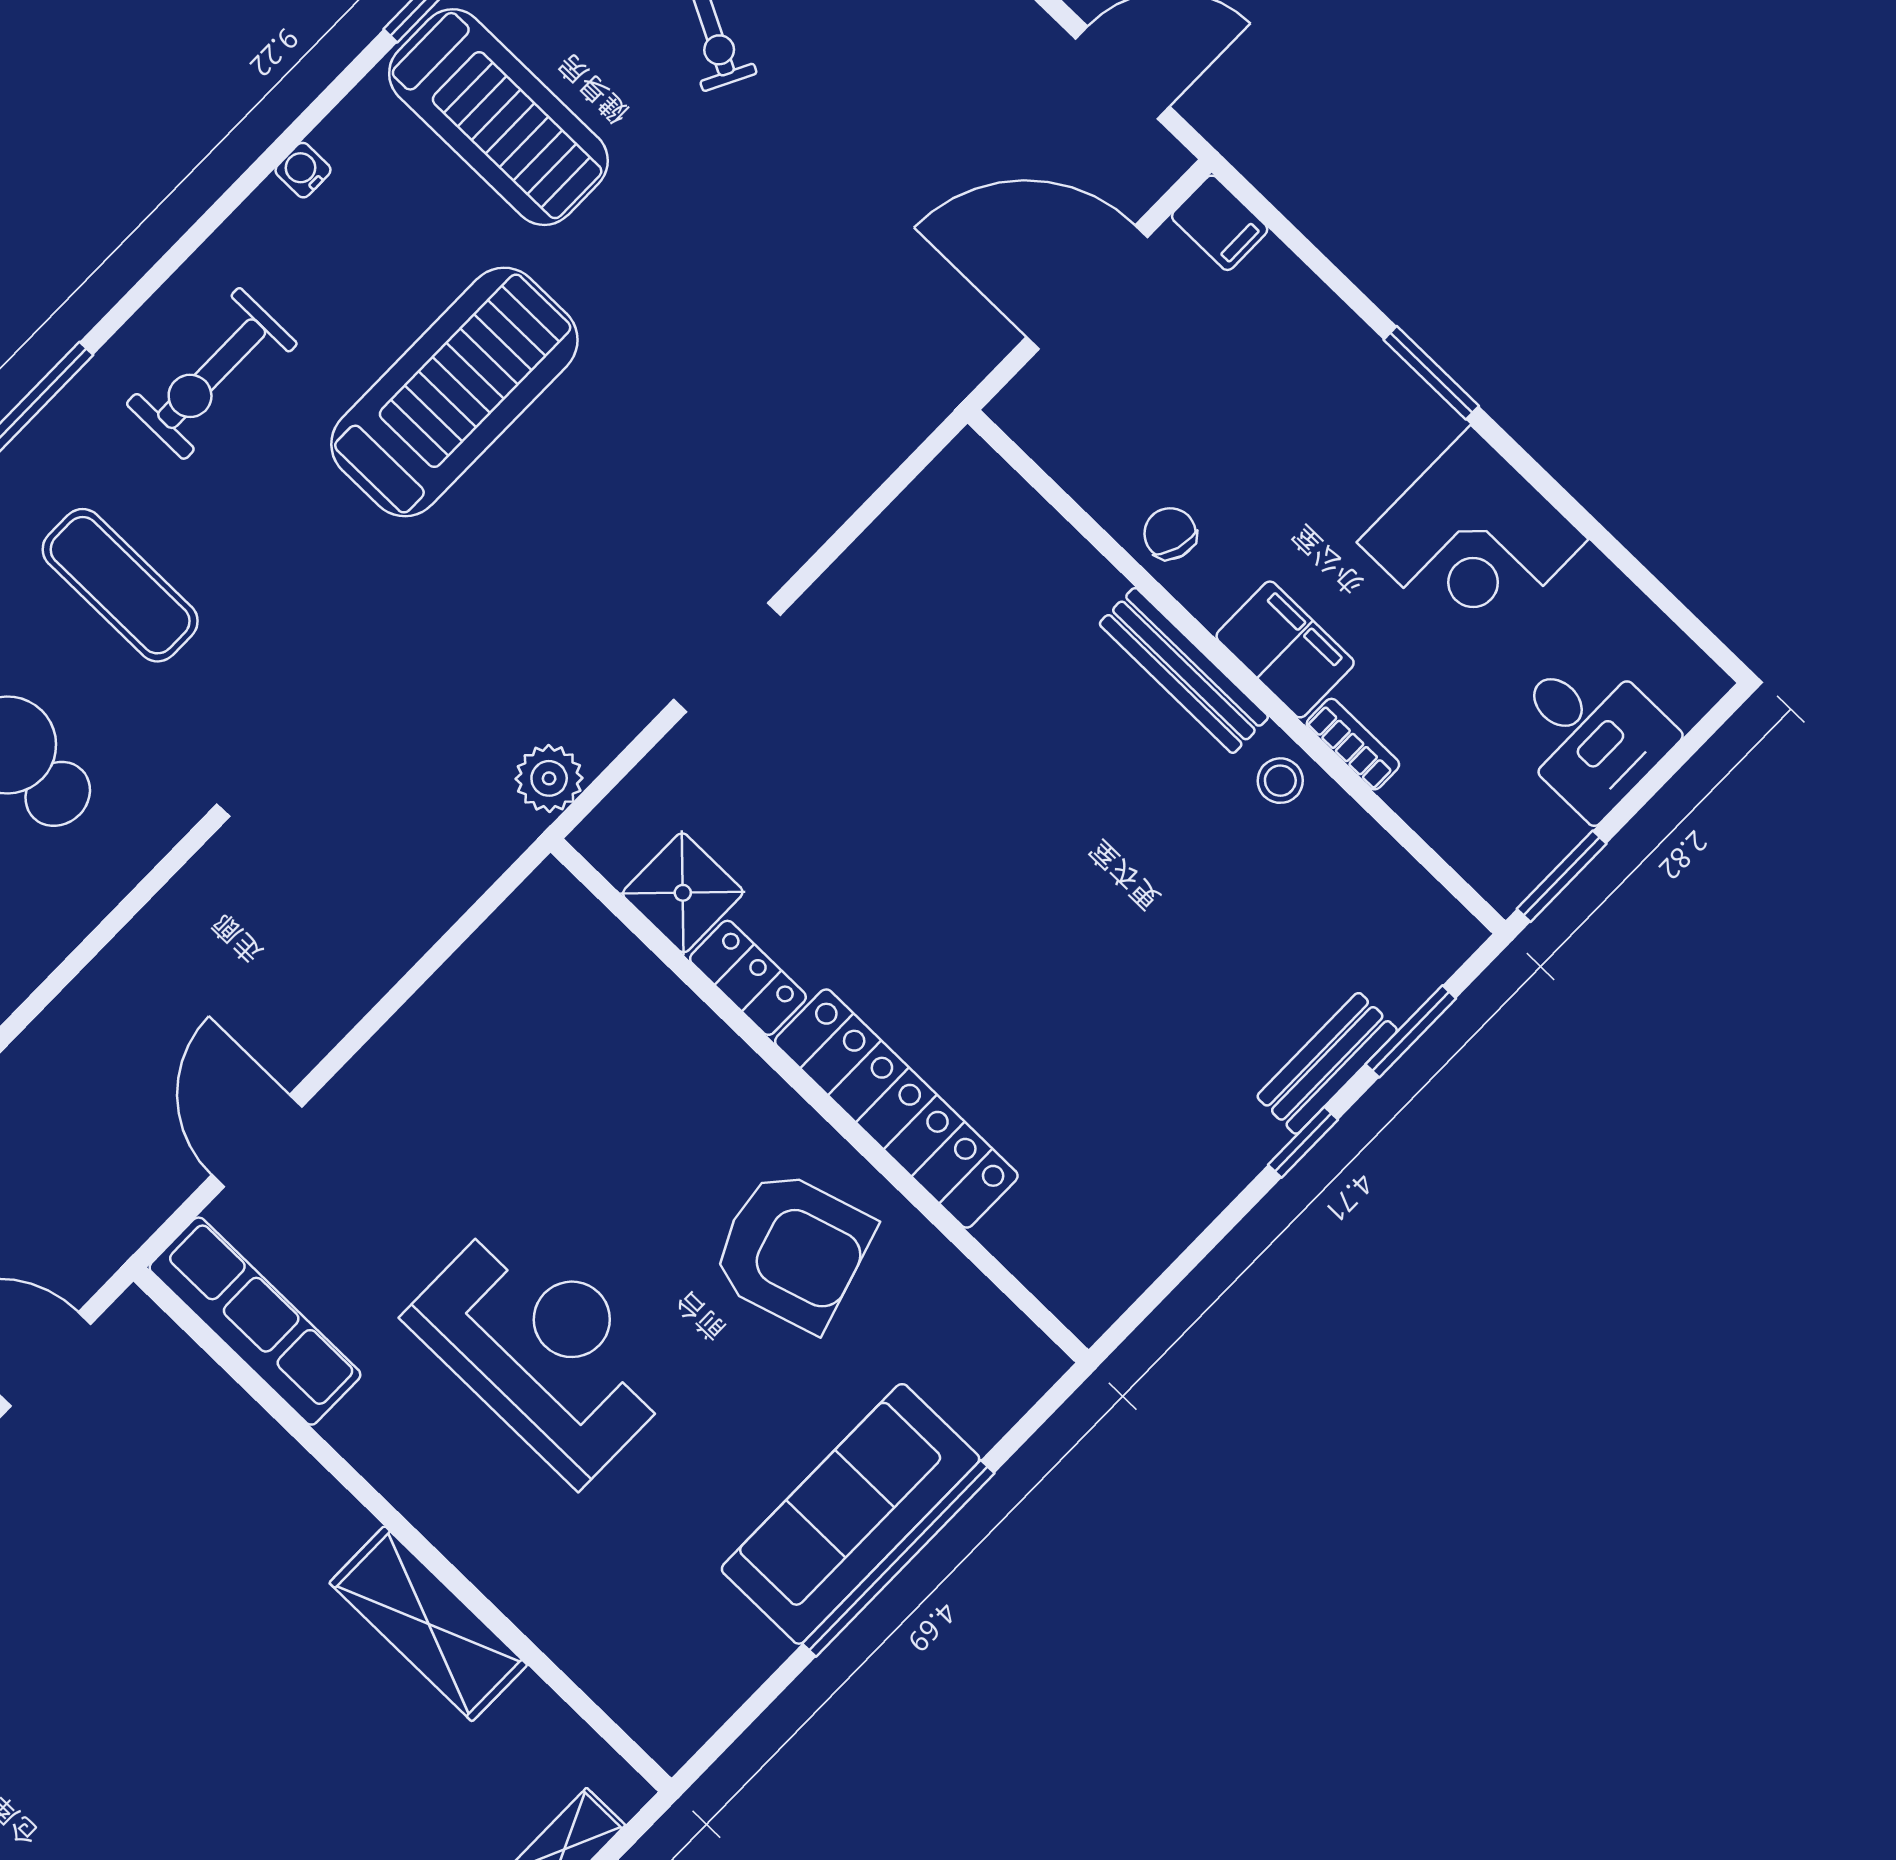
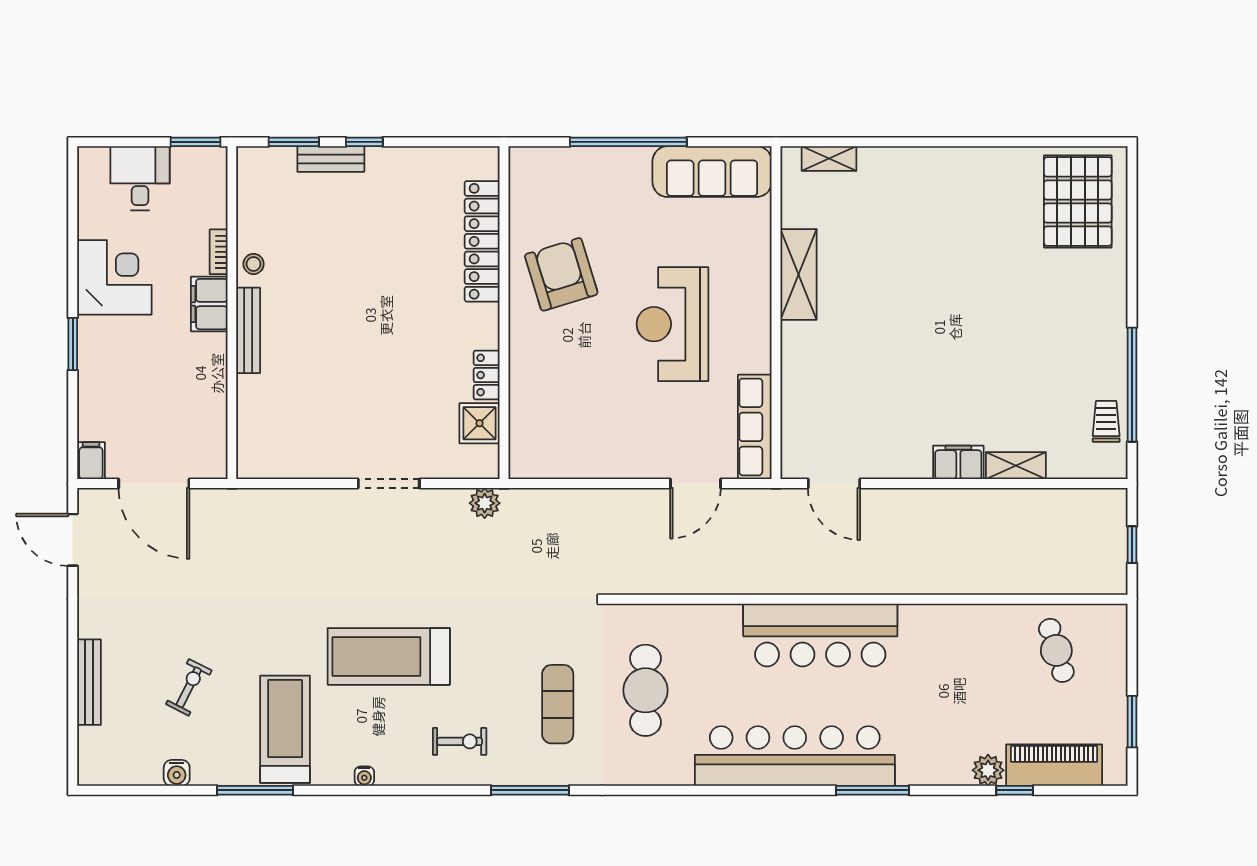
exercise bike: (212, 374) -> (460, 741), width x0.73, depth x0.72
chair: (1170, 534) -> (208, 378), removed
locker: (896, 1109) -> (482, 241), moved
sofa: (850, 1514) -> (712, 172), moved

